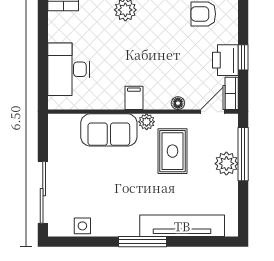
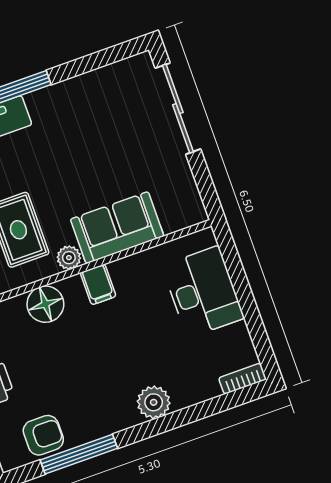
floor lamp: (178, 103) -> (45, 304), width x1.89, depth x1.89
side table: (82, 226) -> (106, 81), removed

